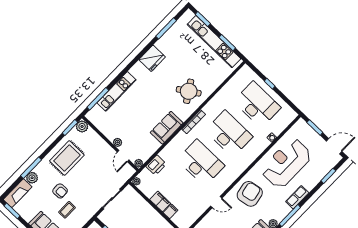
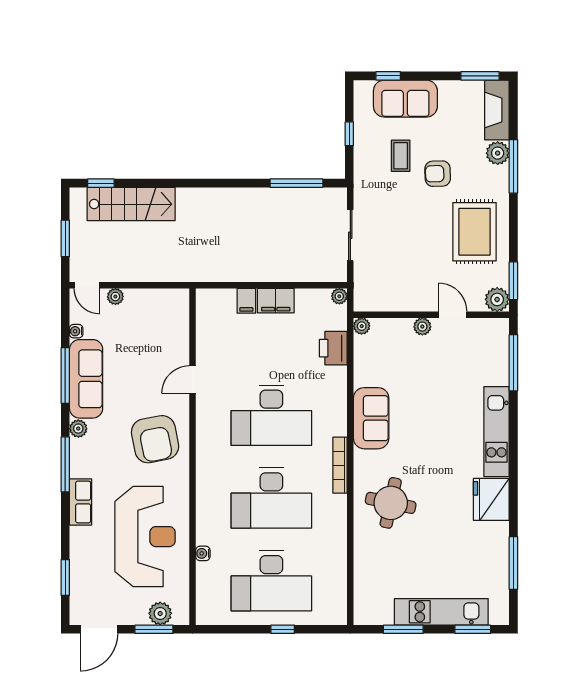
kitchen unit: (214, 42) -> (441, 612), width x0.73
kitchen unit: (117, 91) -> (496, 432), moved
round table: (189, 91) -> (391, 503), turned 45
plant: (307, 131) -> (160, 613), added
door: (123, 156) -> (453, 315), moved

